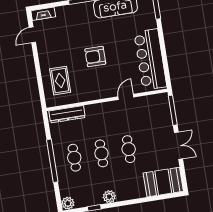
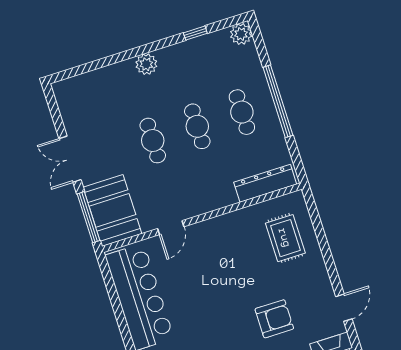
armchair: (95, 57) -> (274, 319), moved
booth: (163, 182) -> (112, 210), moved, turned 90
plant: (109, 197) -> (146, 64), moved

